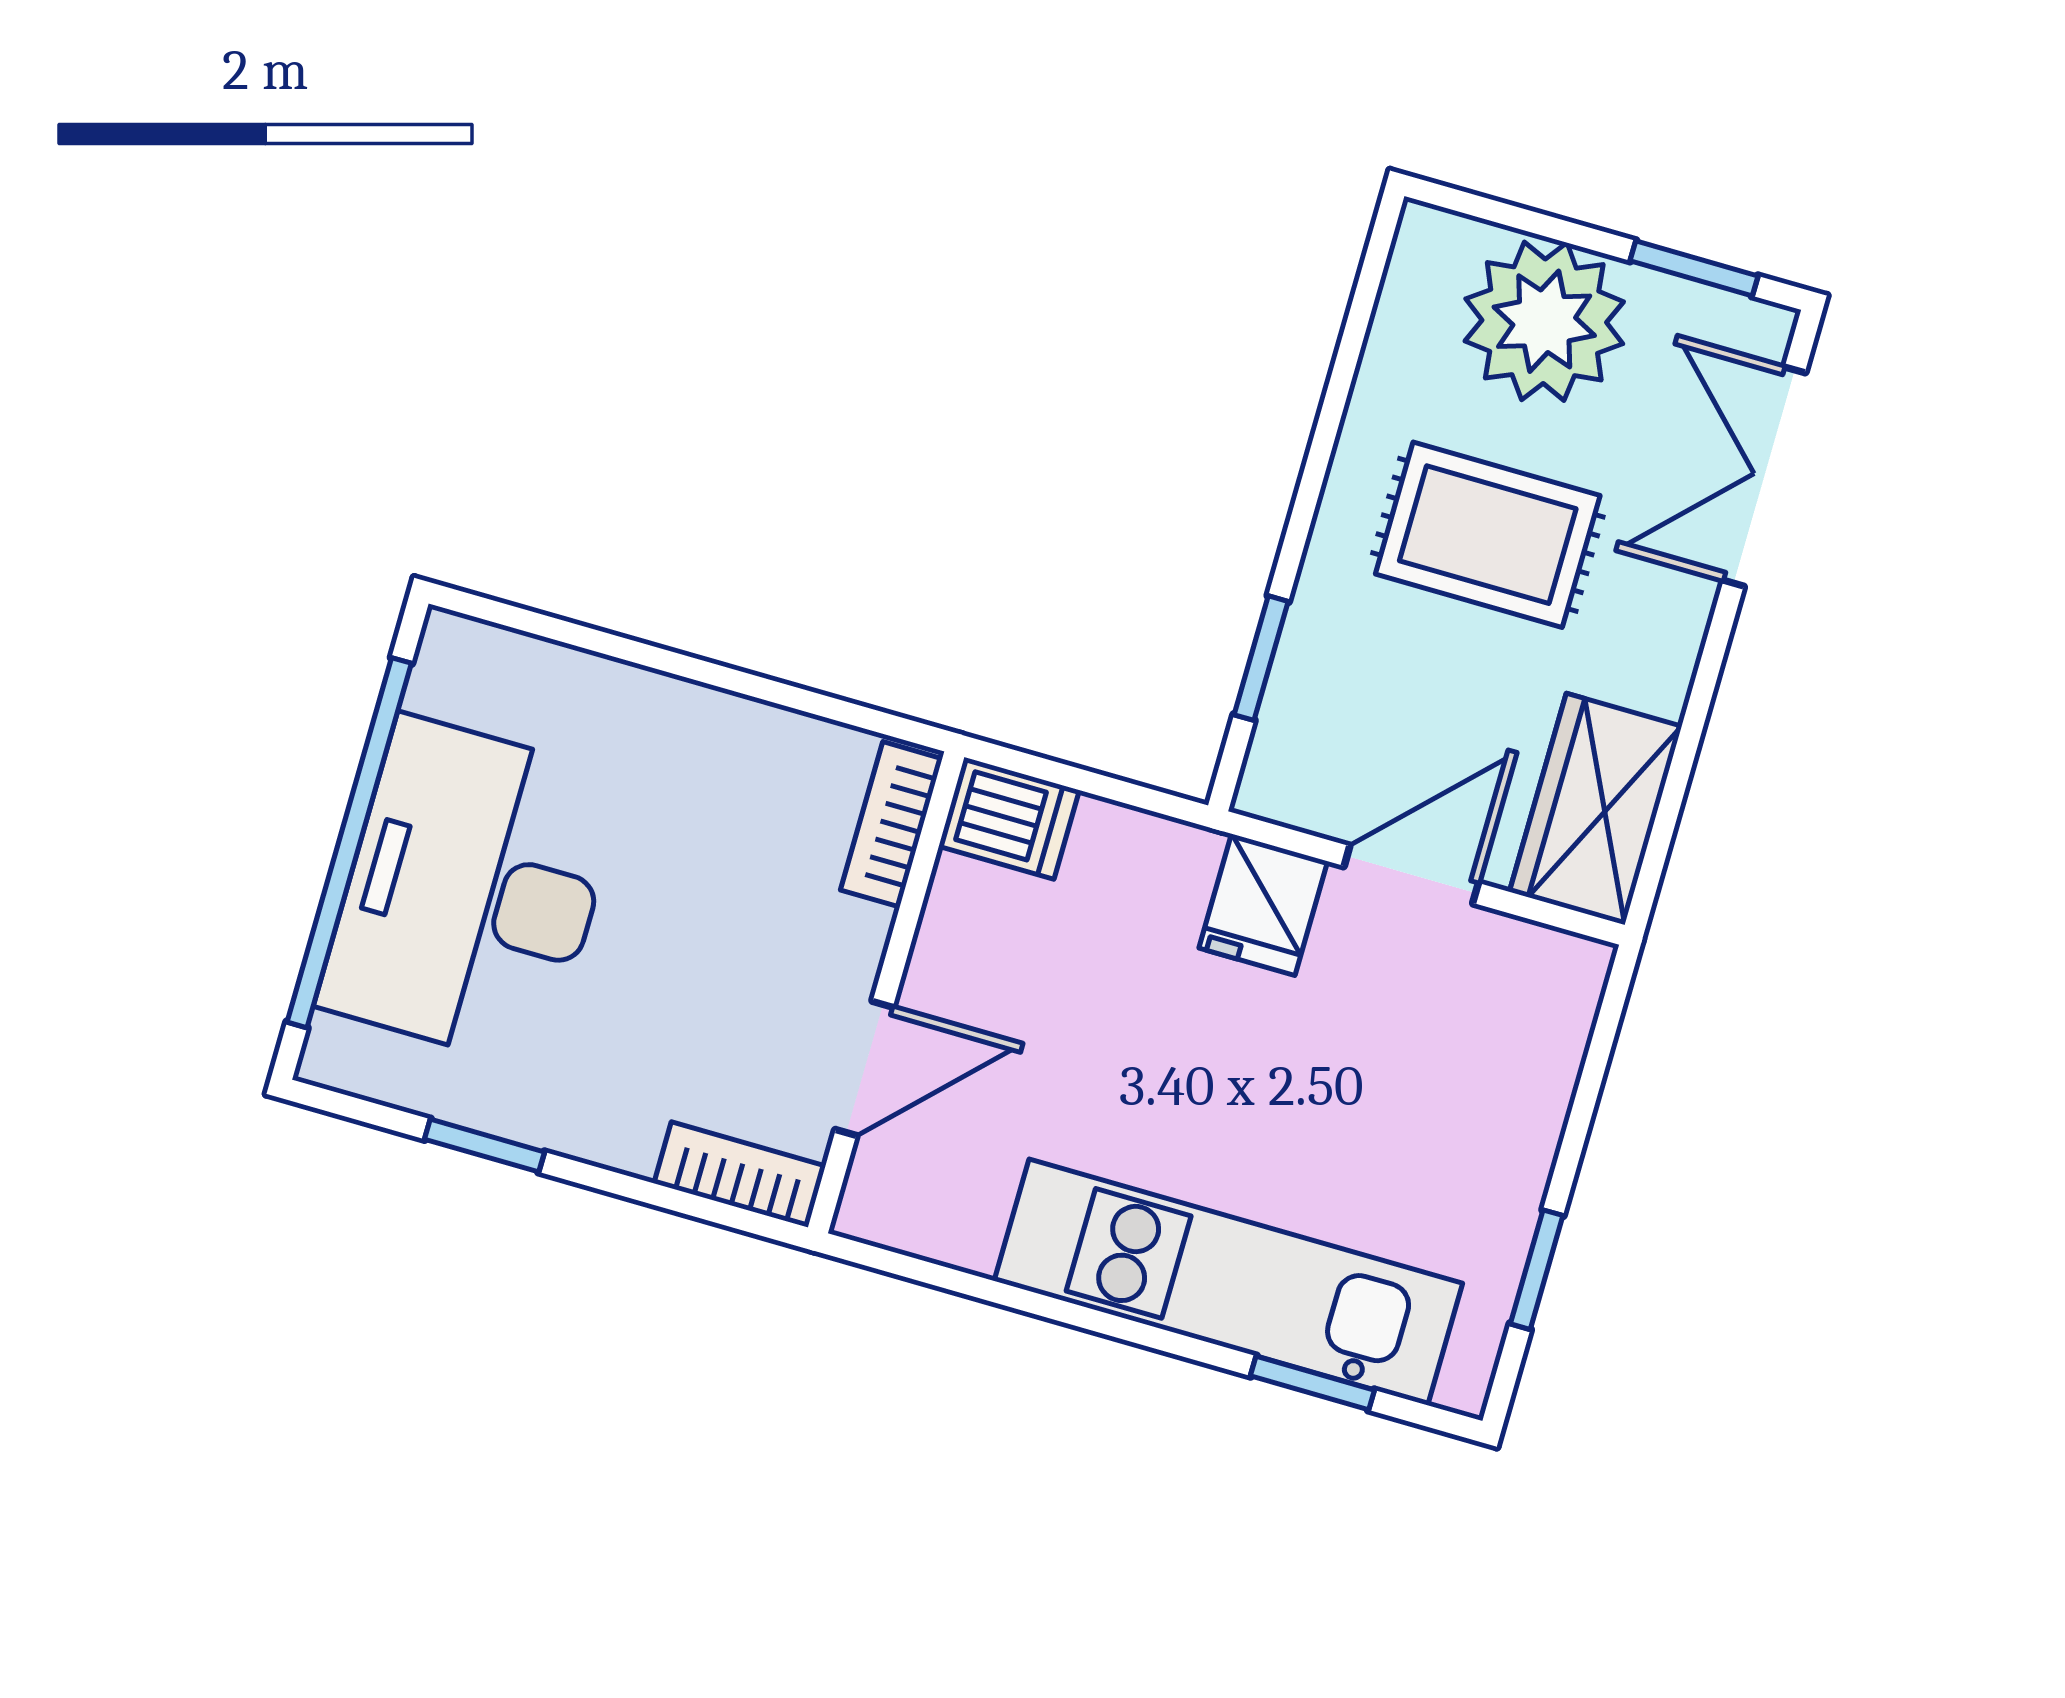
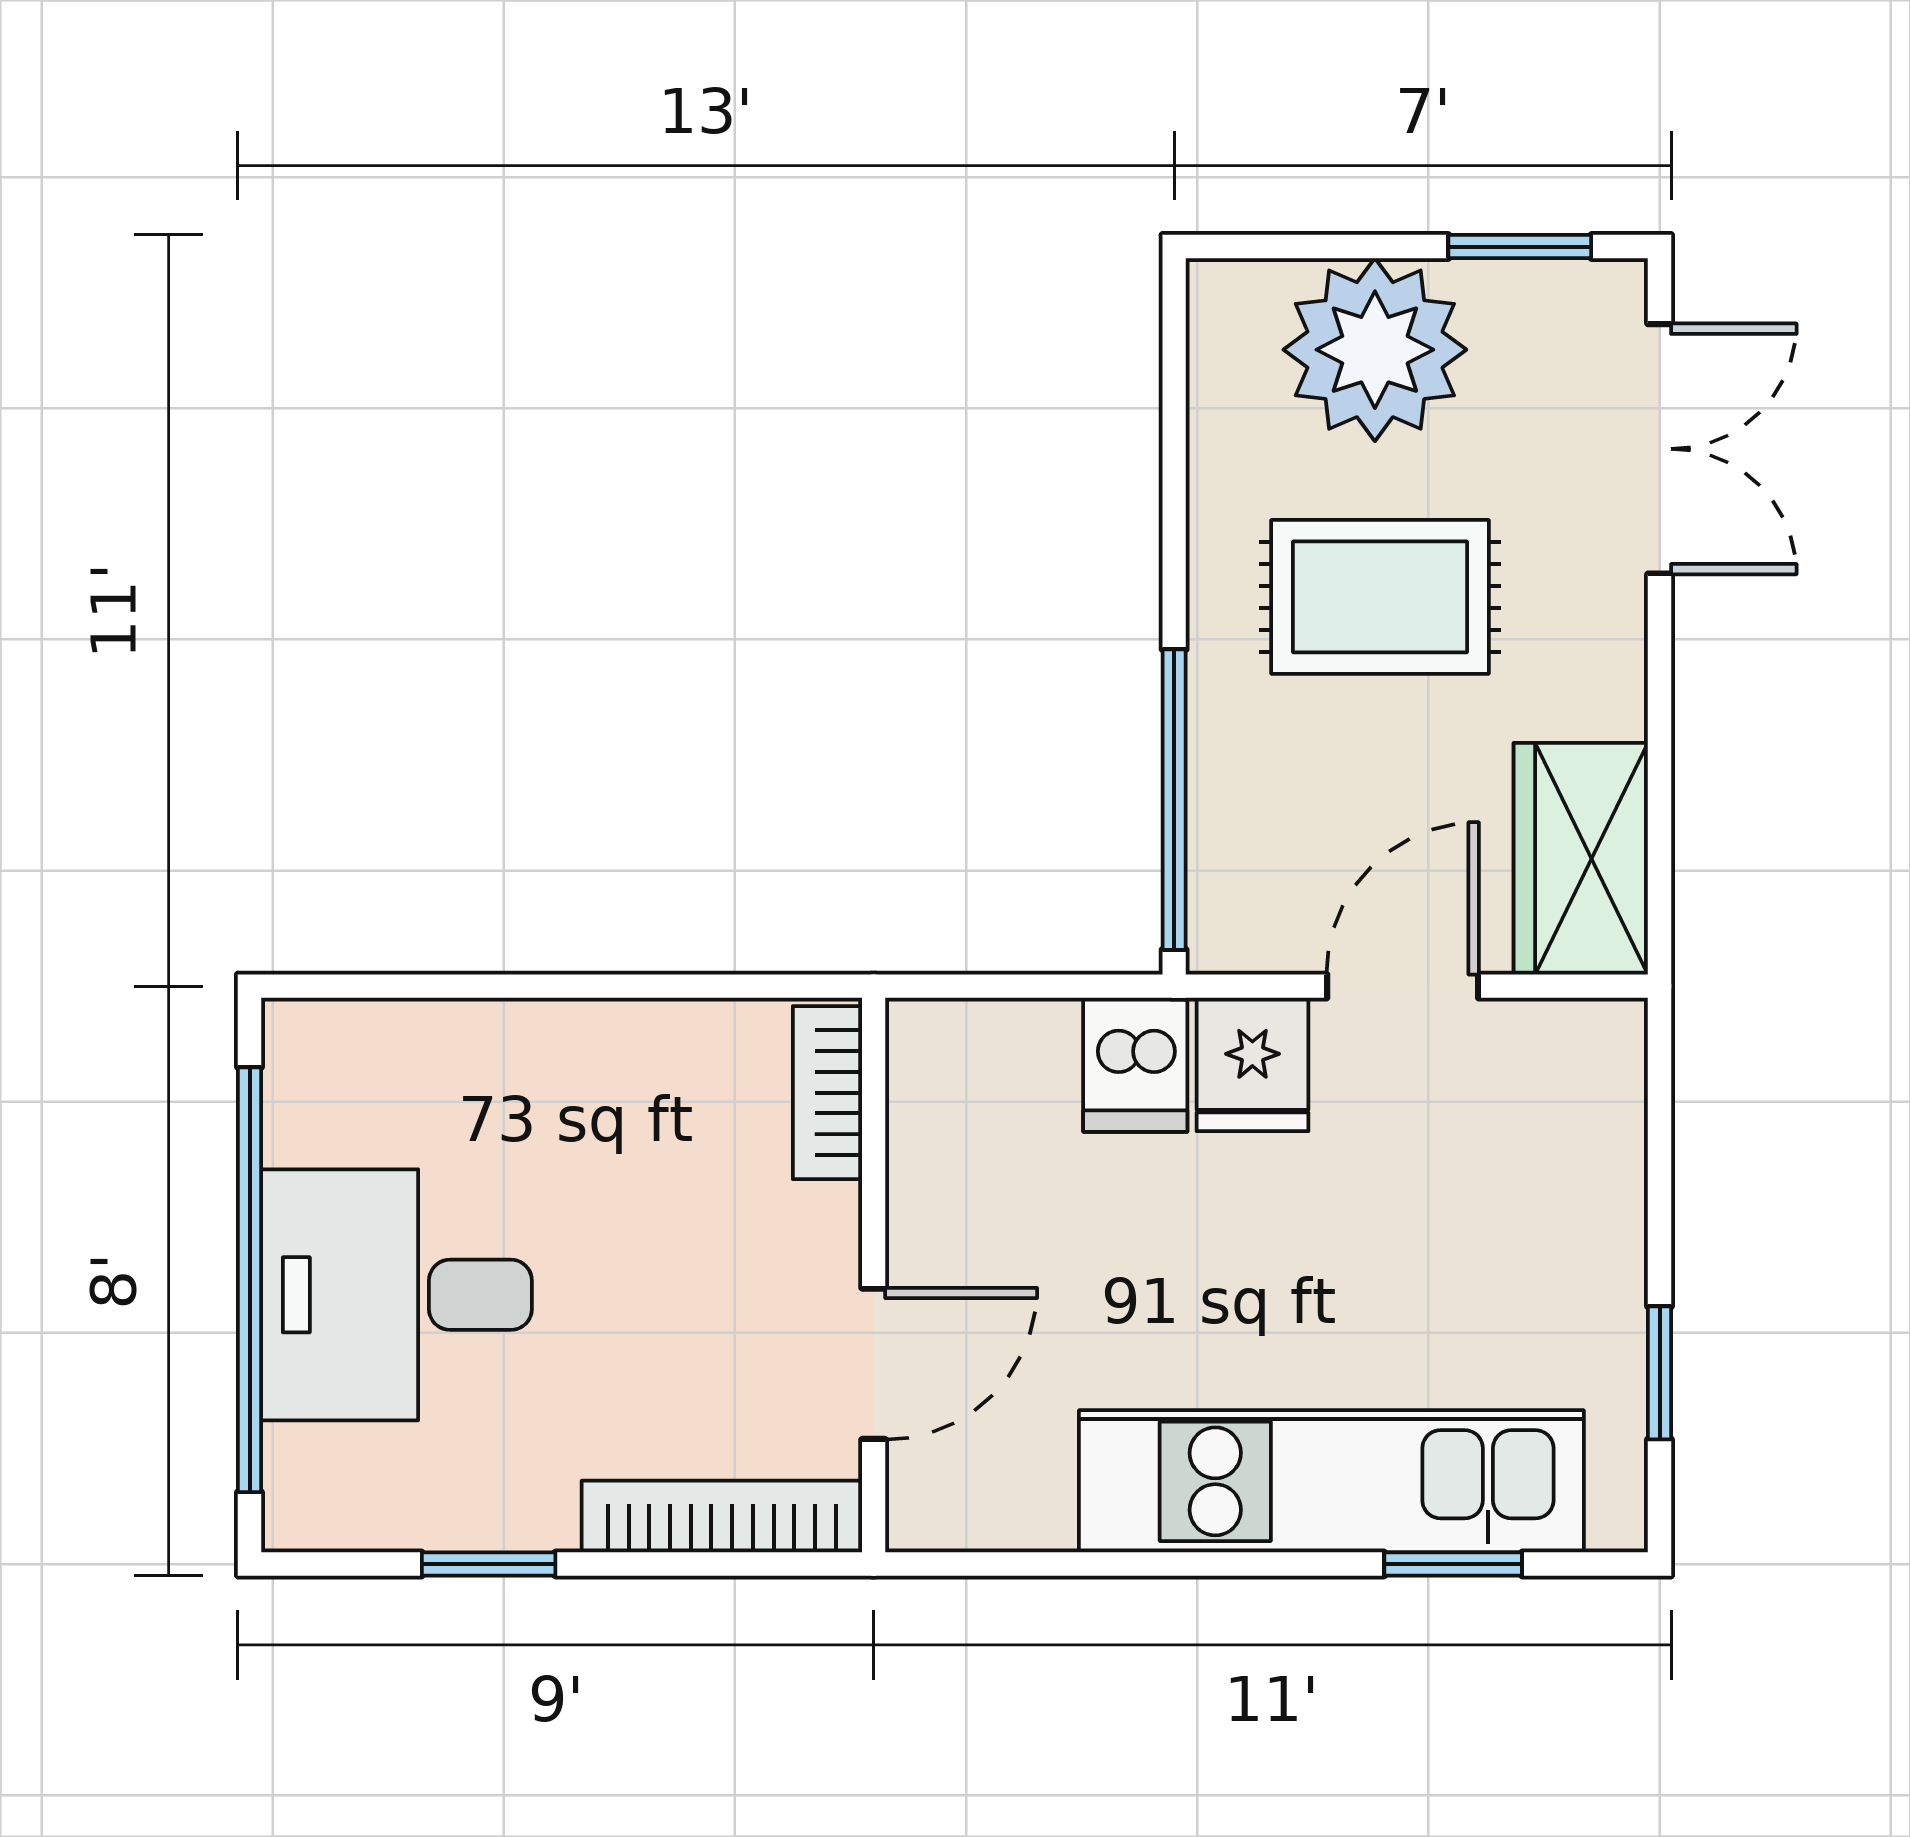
double door: (1764, 477) -> (1660, 449), swing flipped
window: (1261, 658) -> (1174, 800), width x2.17
dishwasher: (1009, 818) -> (1135, 1065), moved, turned 90
desk: (472, 892) -> (396, 1295), width x0.73
bookcase: (740, 1175) -> (722, 1517), width x1.56

